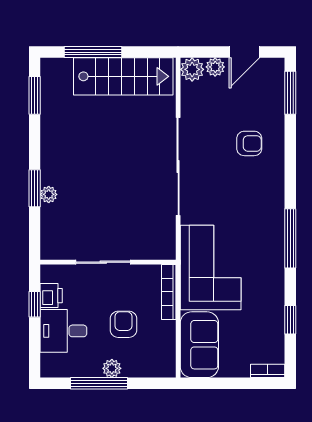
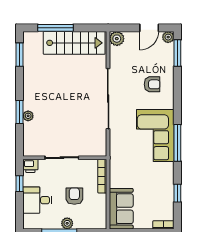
plant: (215, 67) -> (168, 37), moved
corner sofa: (211, 268) -> (155, 136), moved, turned 180
printer: (51, 296) -> (30, 166), moved, turned 90

